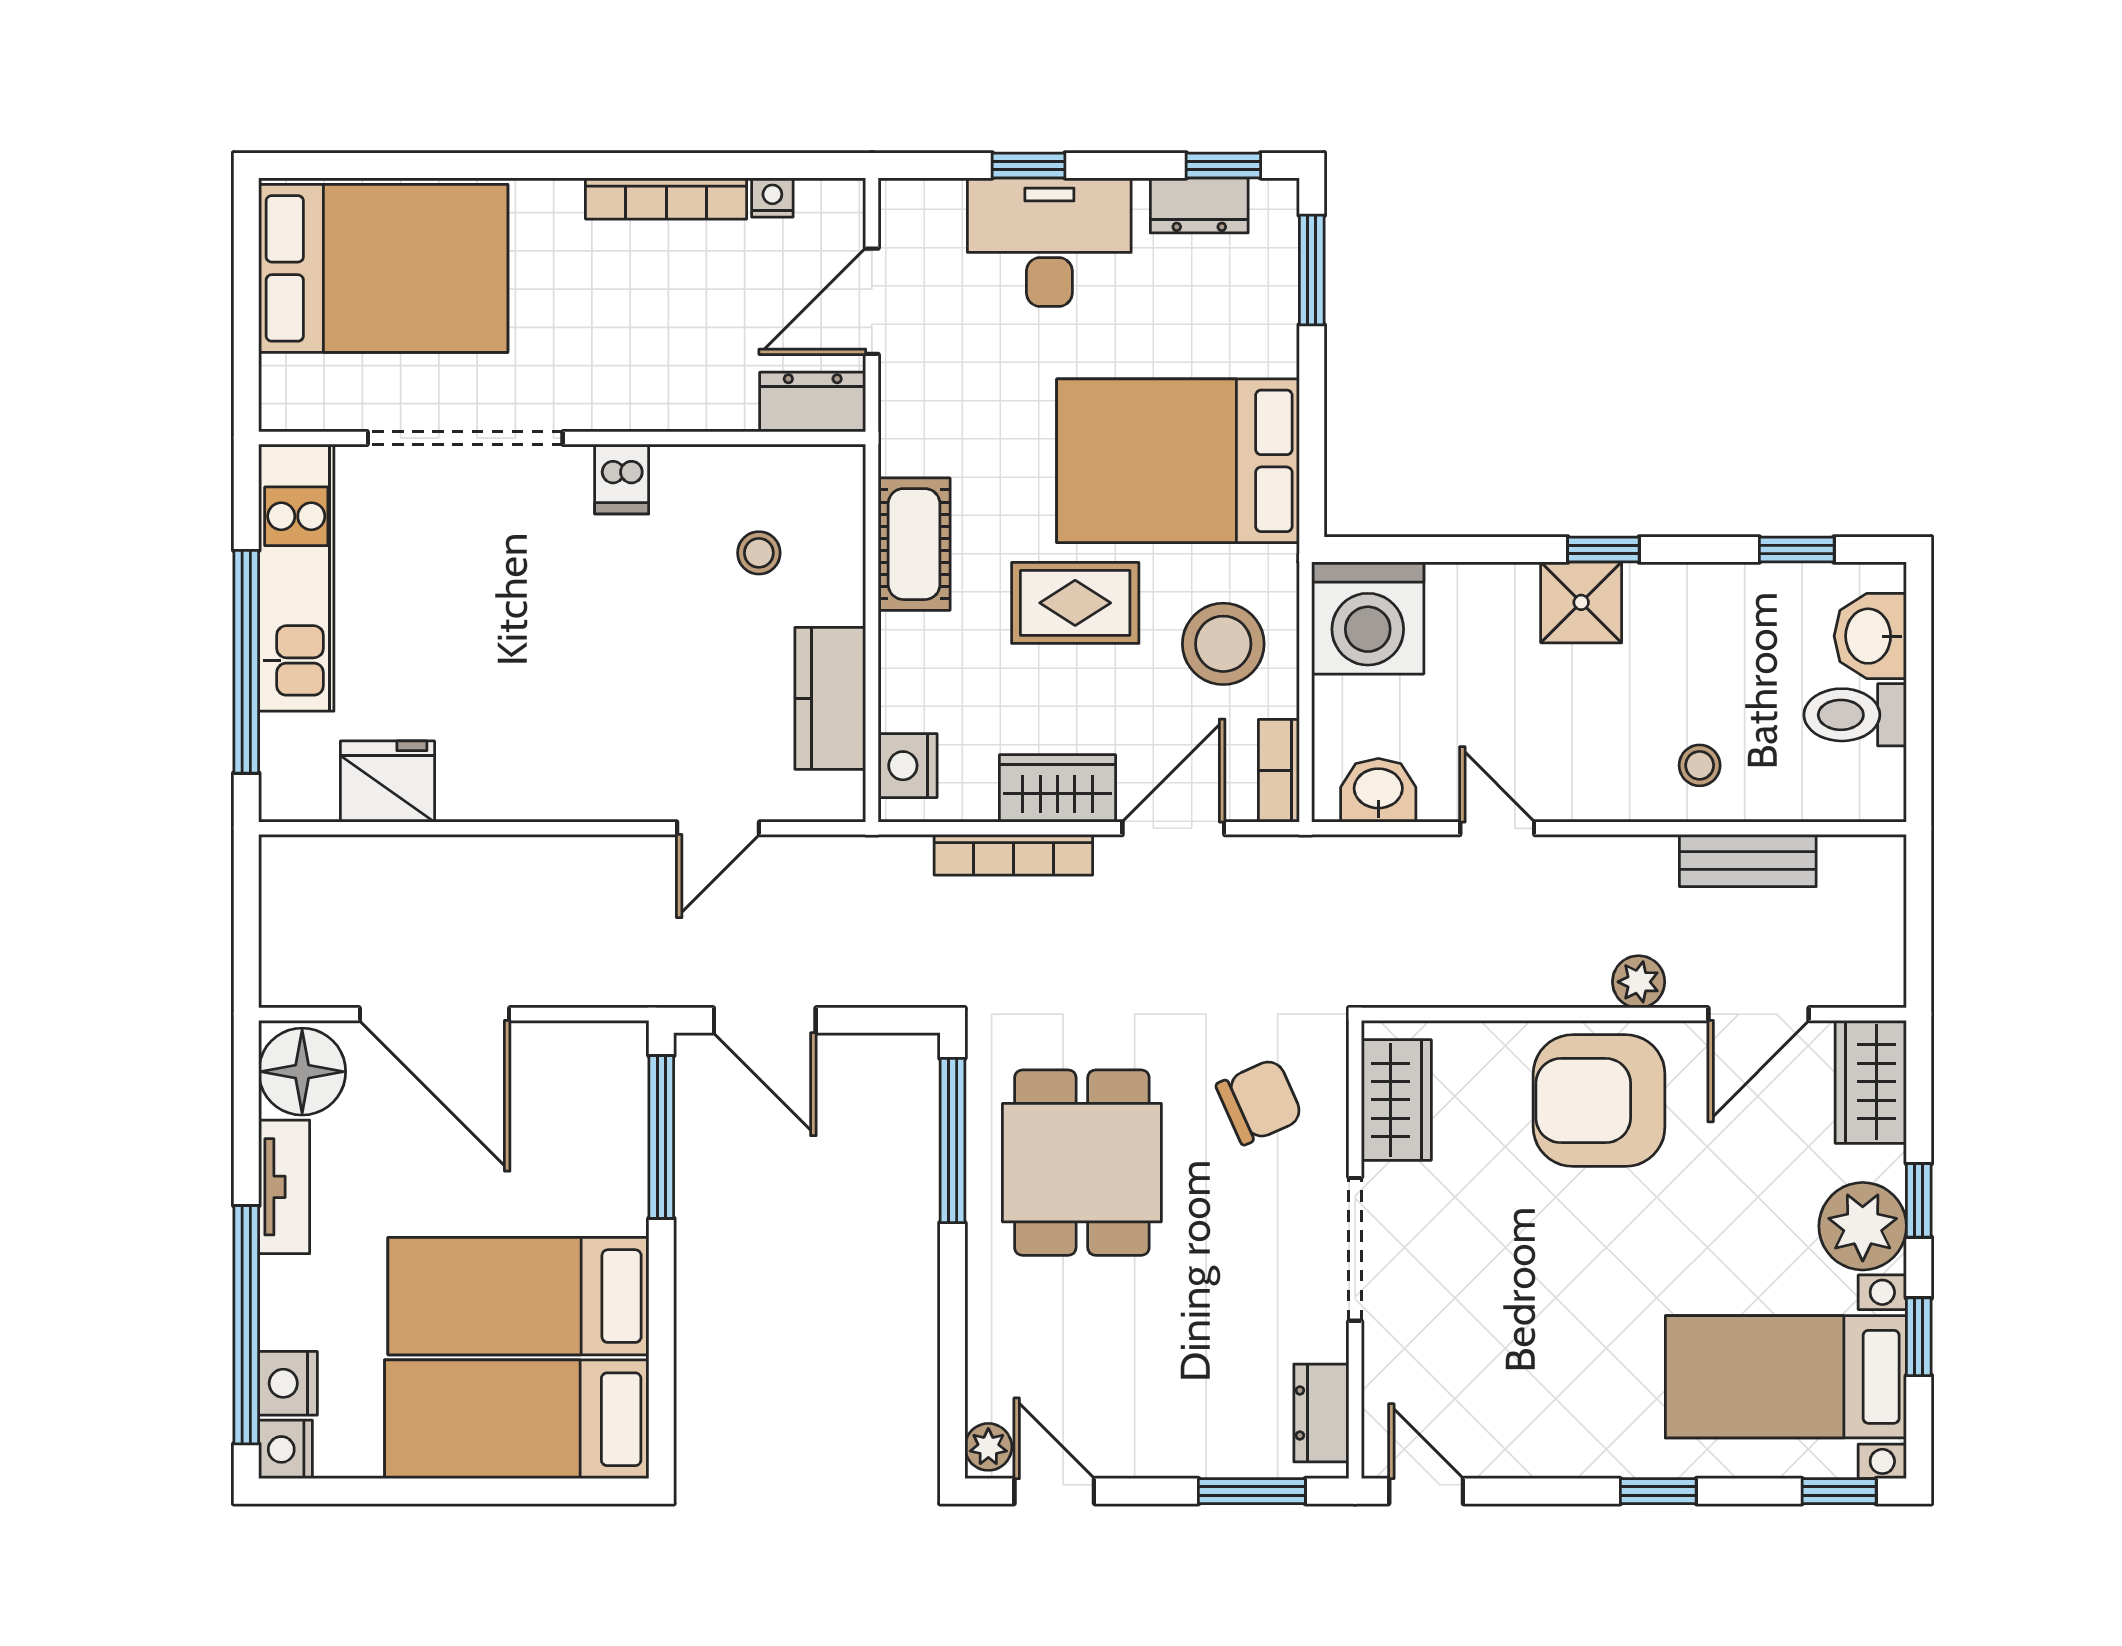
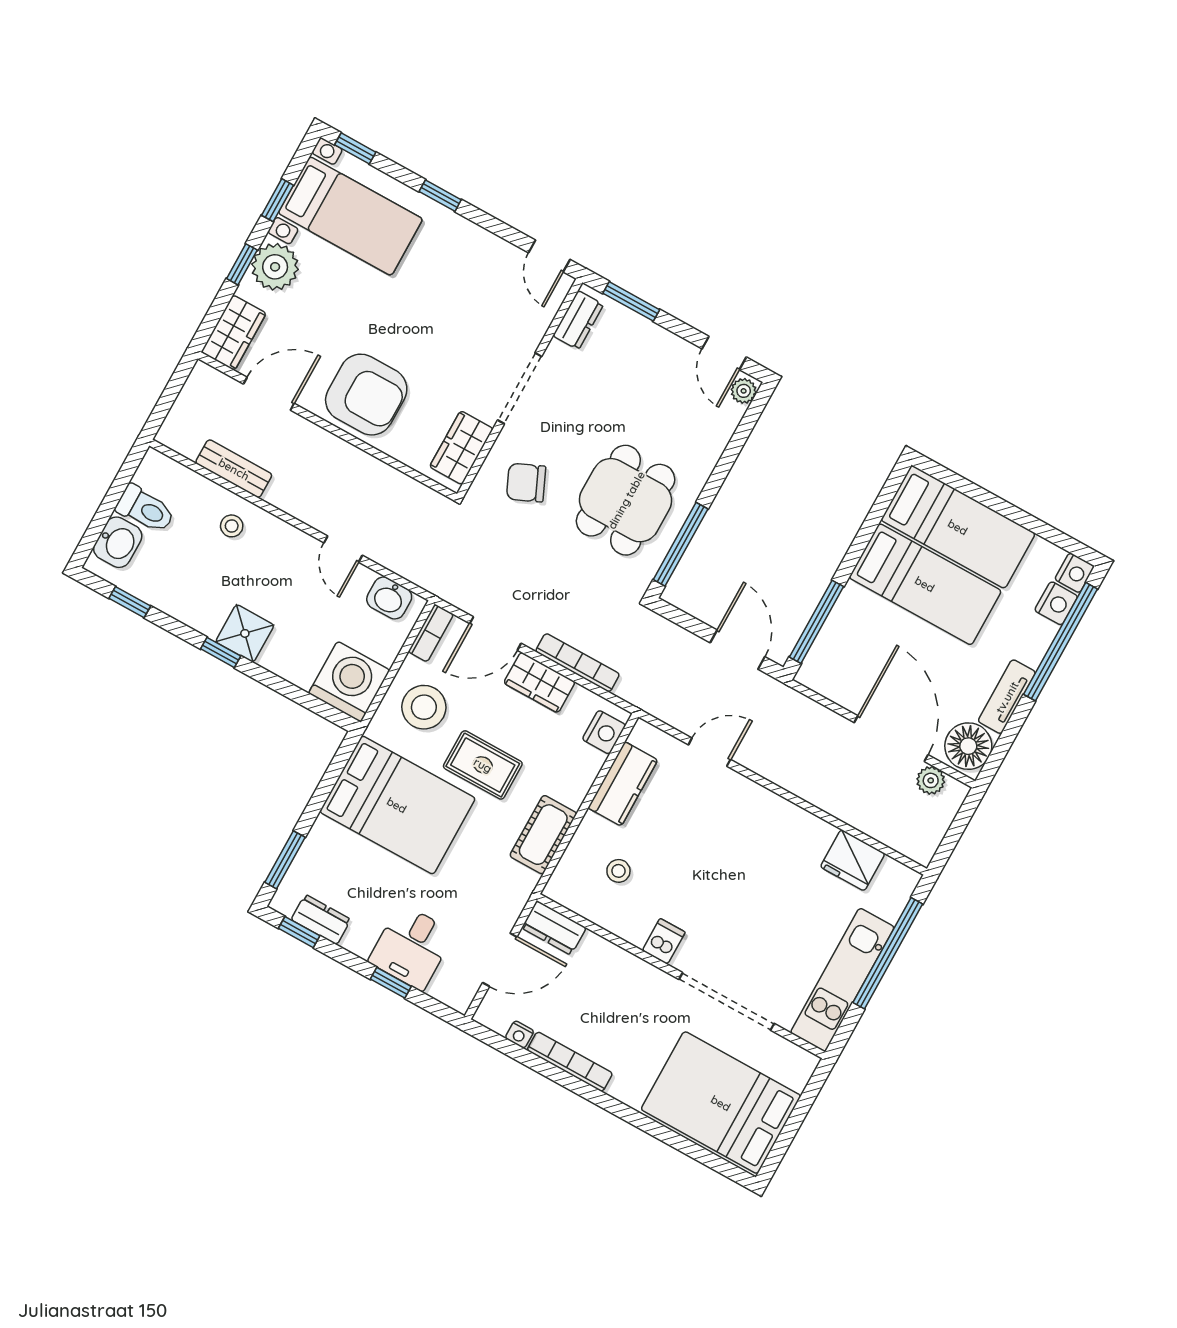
desk: (1049, 242) -> (411, 947), width x0.73
plant: (1639, 982) -> (931, 780), moved

